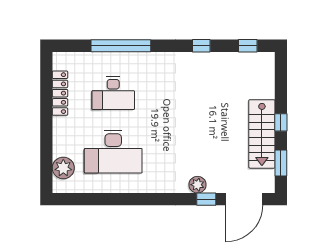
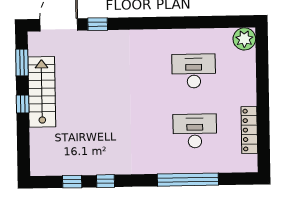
window: (248, 46) -> (72, 182), moved
desk: (113, 152) -> (194, 71), width x0.73, depth x0.77
plant: (63, 168) -> (244, 39), moved
plant: (198, 185) -> (107, 39), removed

